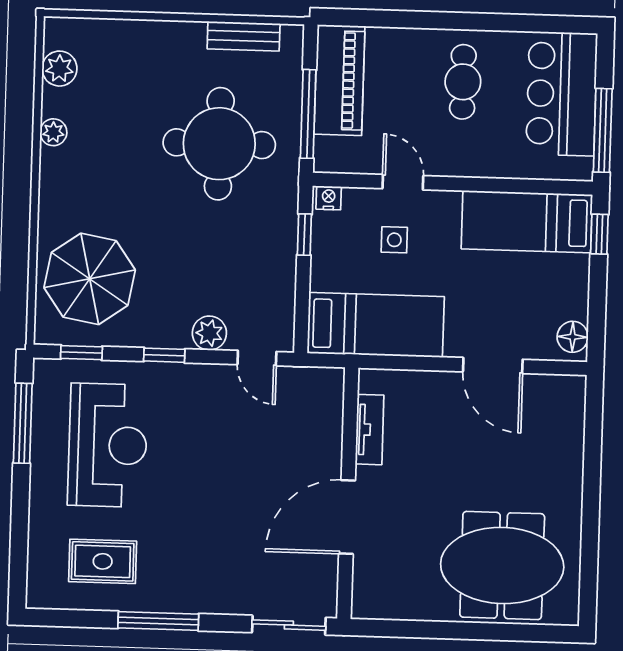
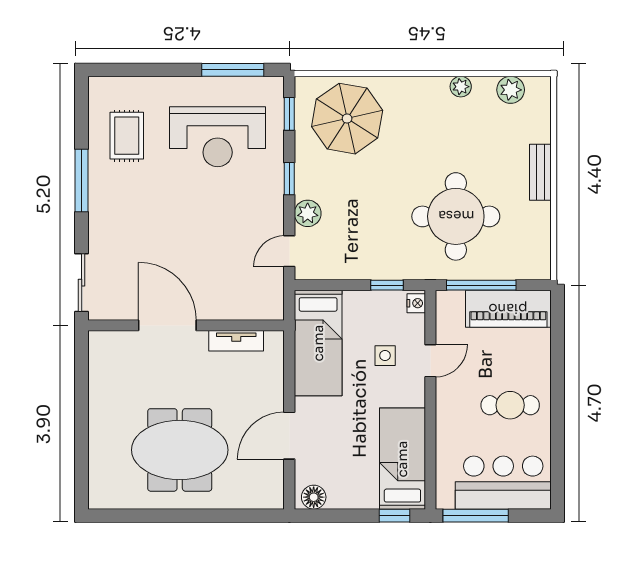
bench: (244, 36) -> (540, 172), moved
meeting table: (502, 565) -> (180, 450), moved, turned 90

